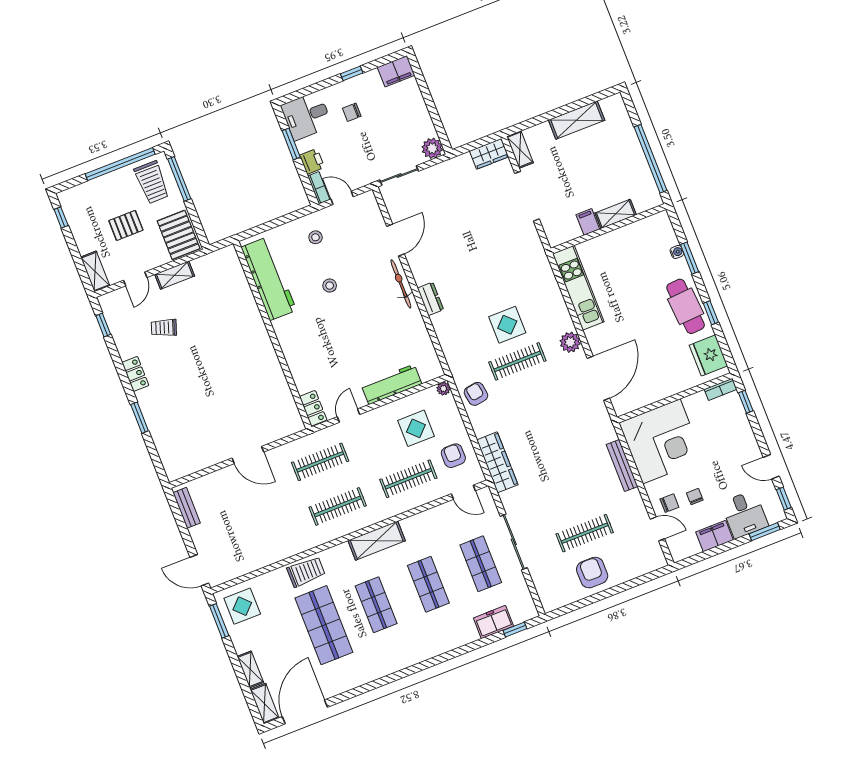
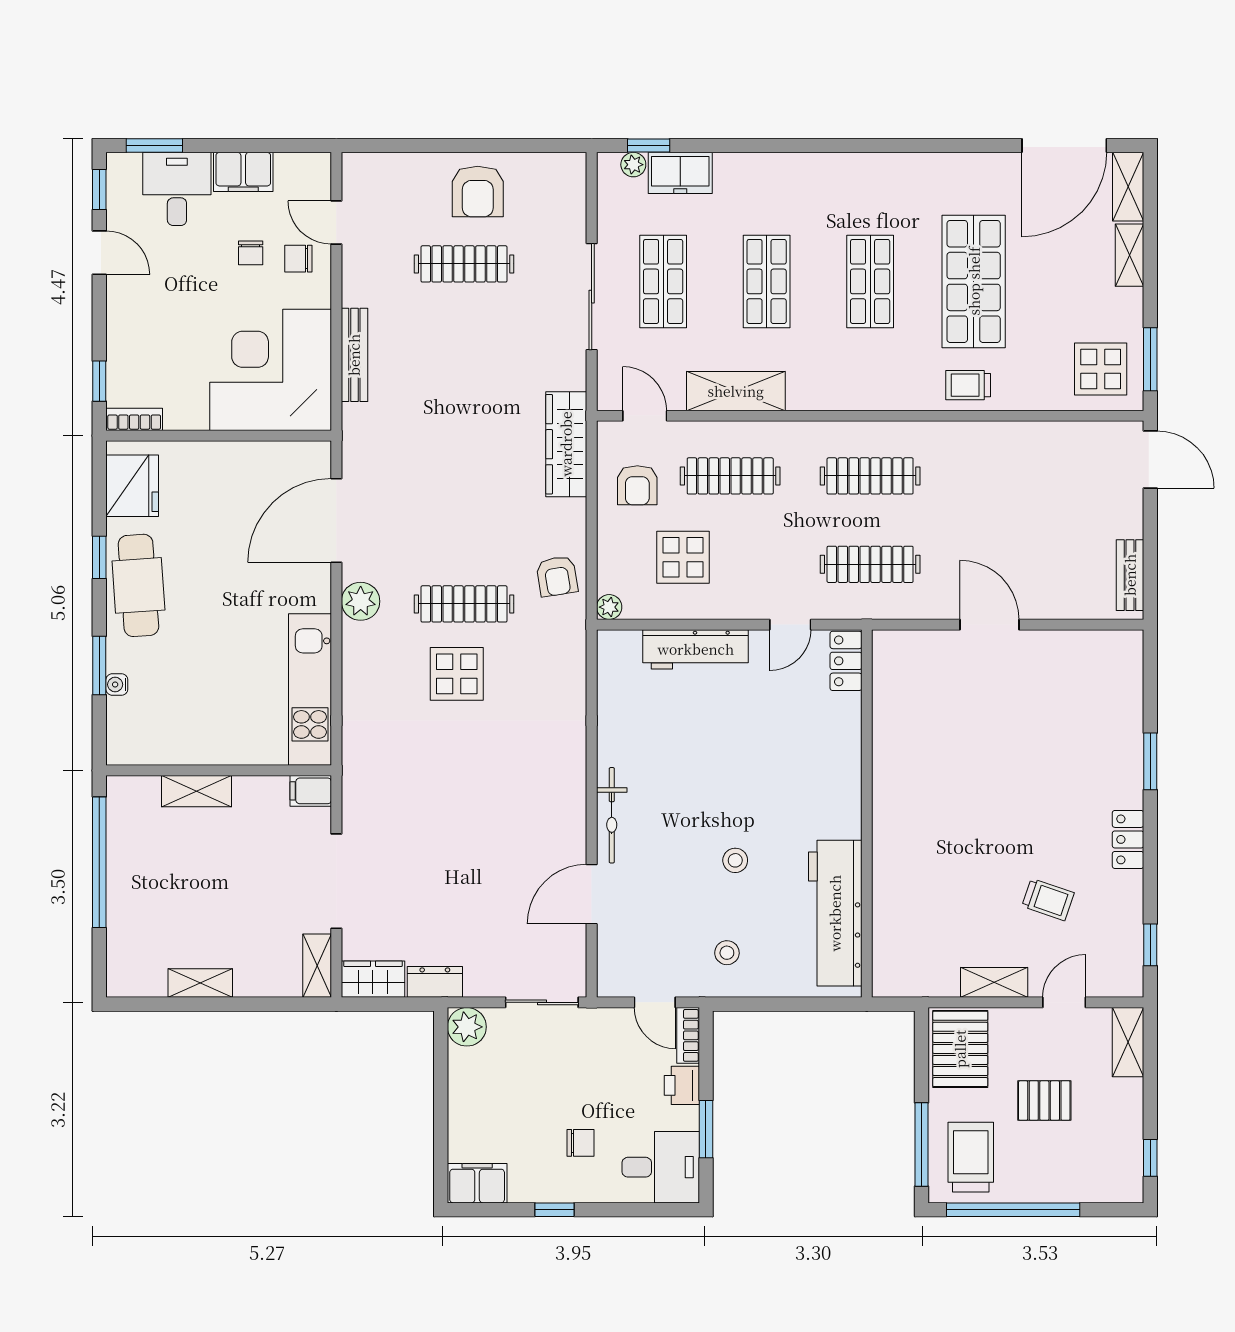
shelving: (577, 120) -> (200, 983), width x0.67, depth x0.75
filing cabinet: (588, 222) -> (311, 791), moved, turned 90
dresser: (430, 299) -> (435, 982), moved, turned 90
shelving: (377, 541) -> (736, 391), moved
trolley: (306, 572) -> (968, 385), width x0.73, depth x0.72
plant: (519, 617) -> (633, 165), added

